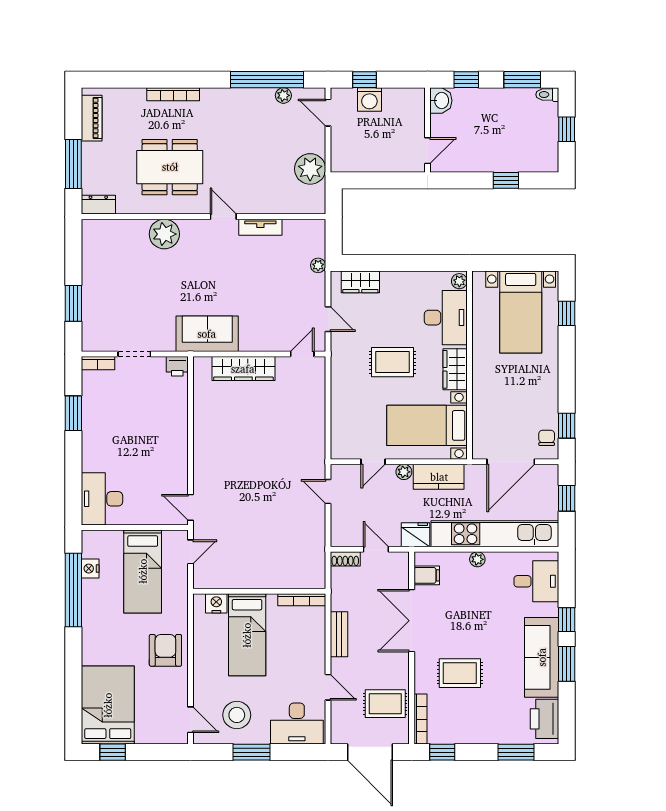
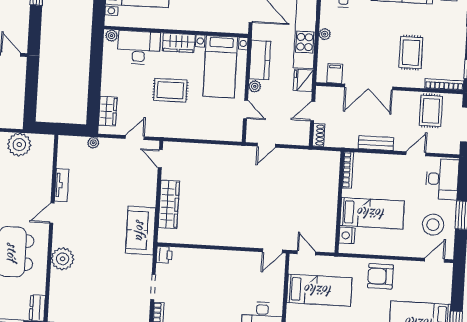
rug: (393, 362) -> (170, 90), turned 90

